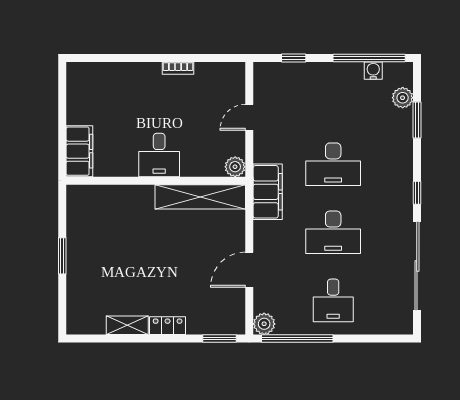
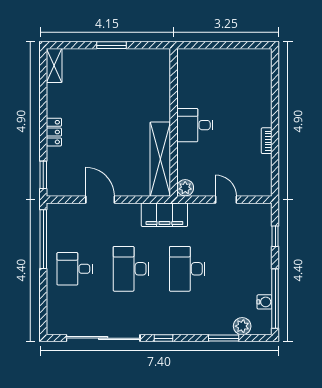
filing cabinet: (79, 151) -> (198, 59), removed
plant: (264, 324) -> (55, 212), removed
shelving: (127, 325) -> (54, 65), moved

